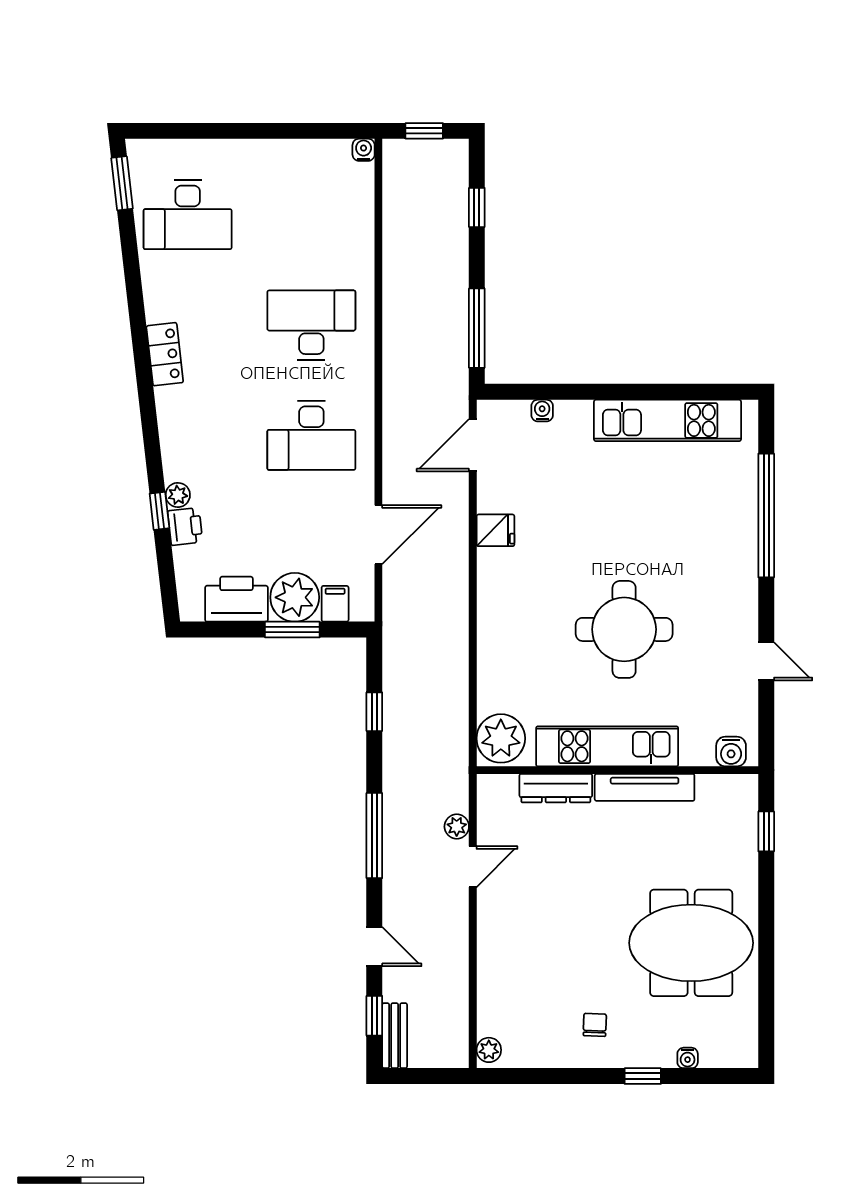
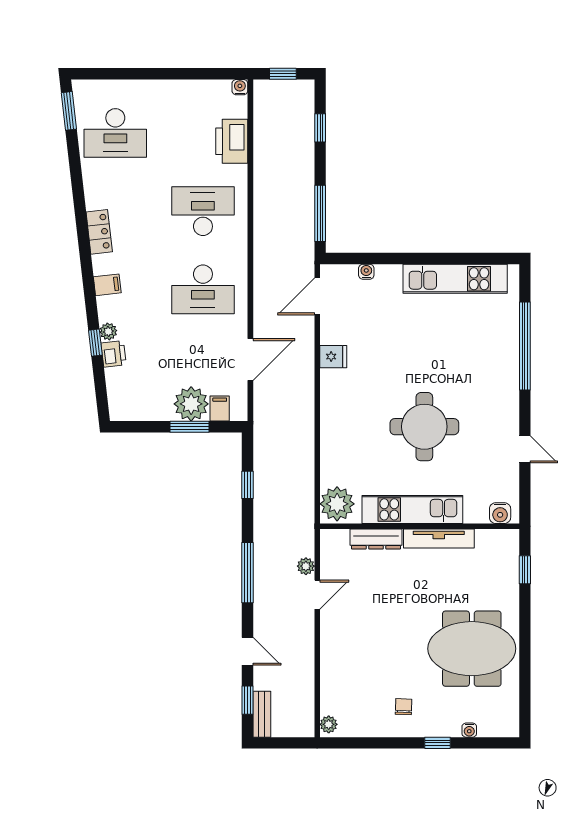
filing cabinet: (176, 429) -> (107, 285), added
printer: (236, 599) -> (232, 141), moved, turned -90

